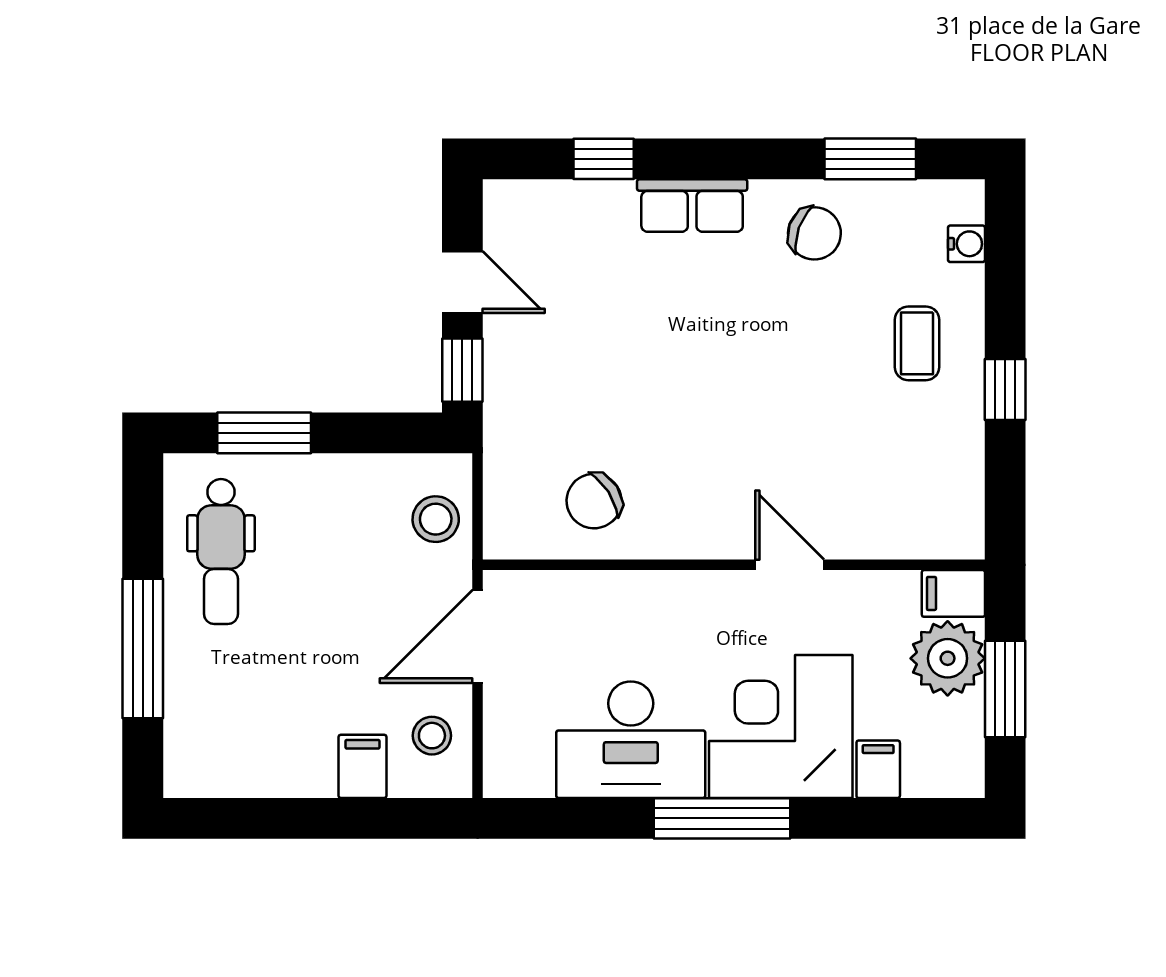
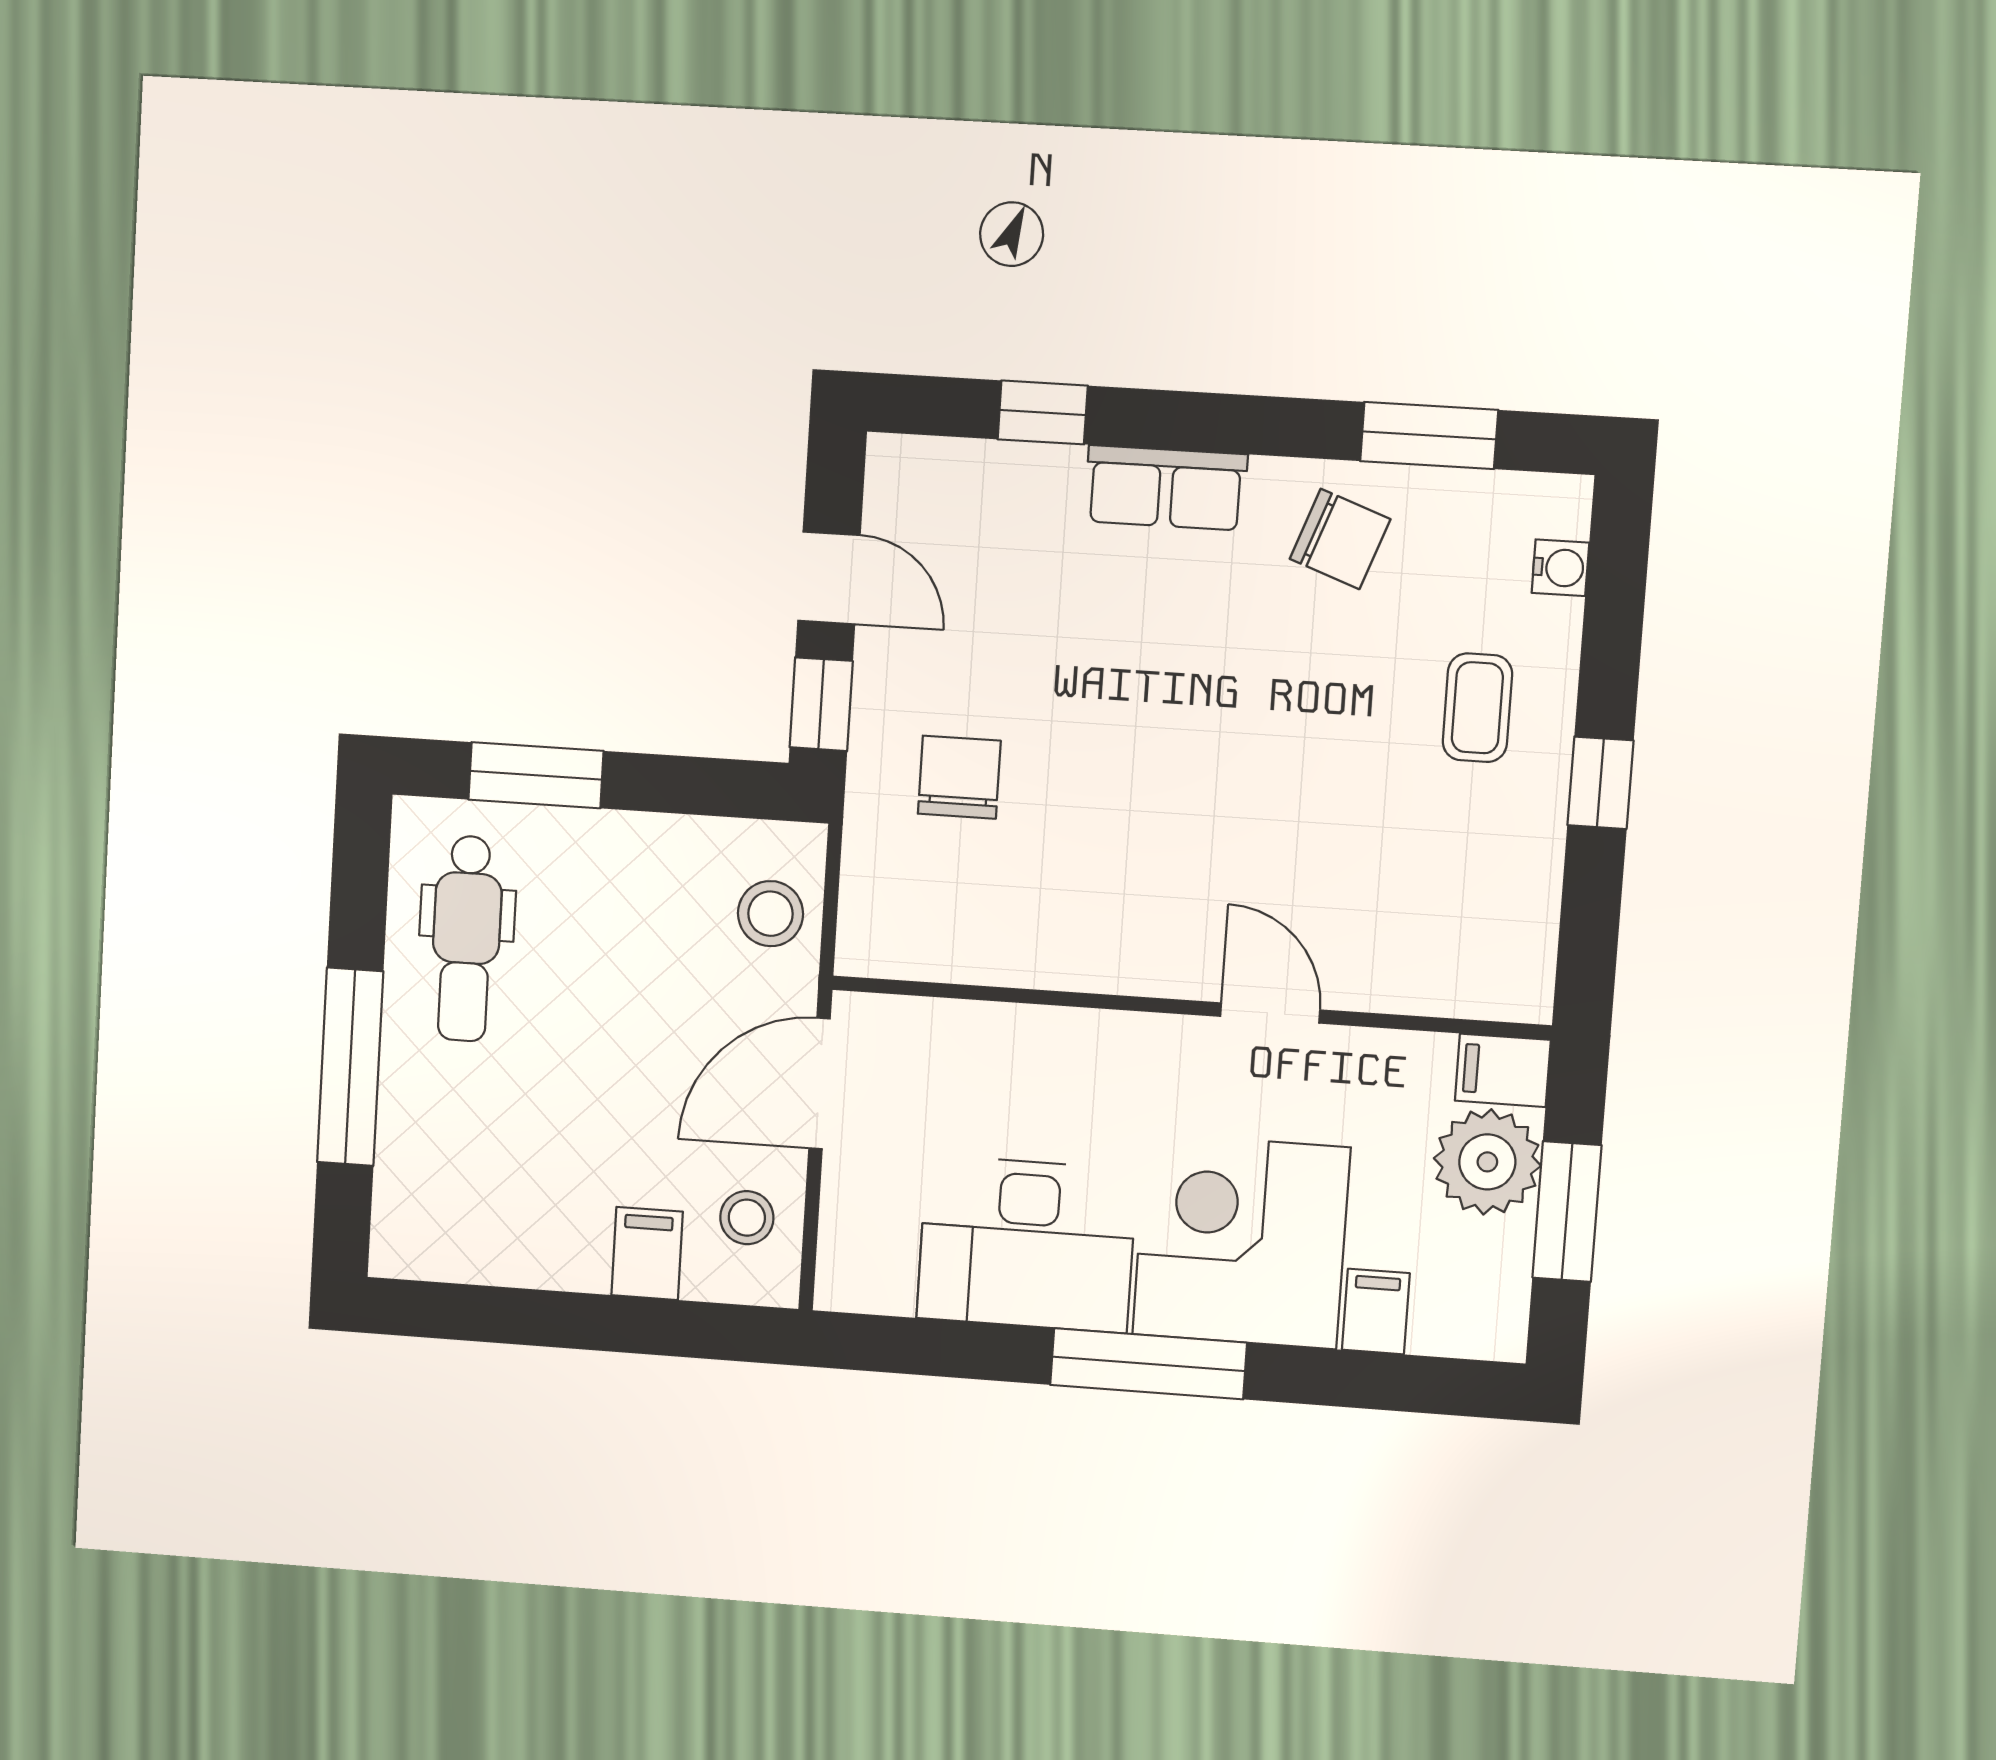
chair: (594, 501) -> (959, 777), moved, turned 123

